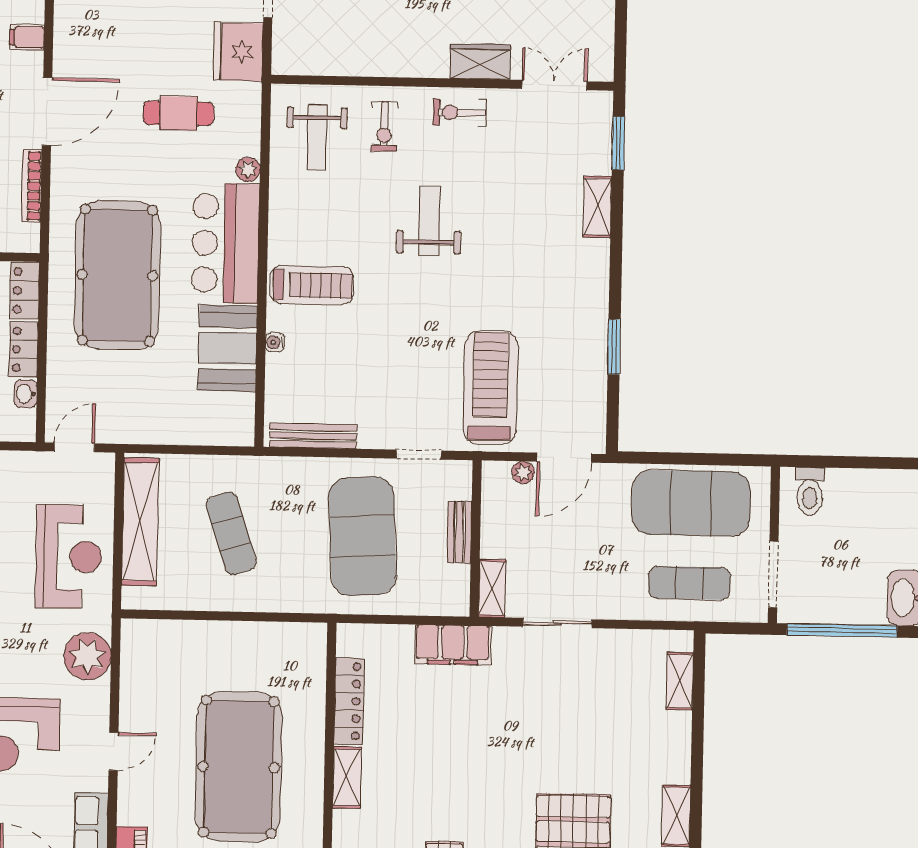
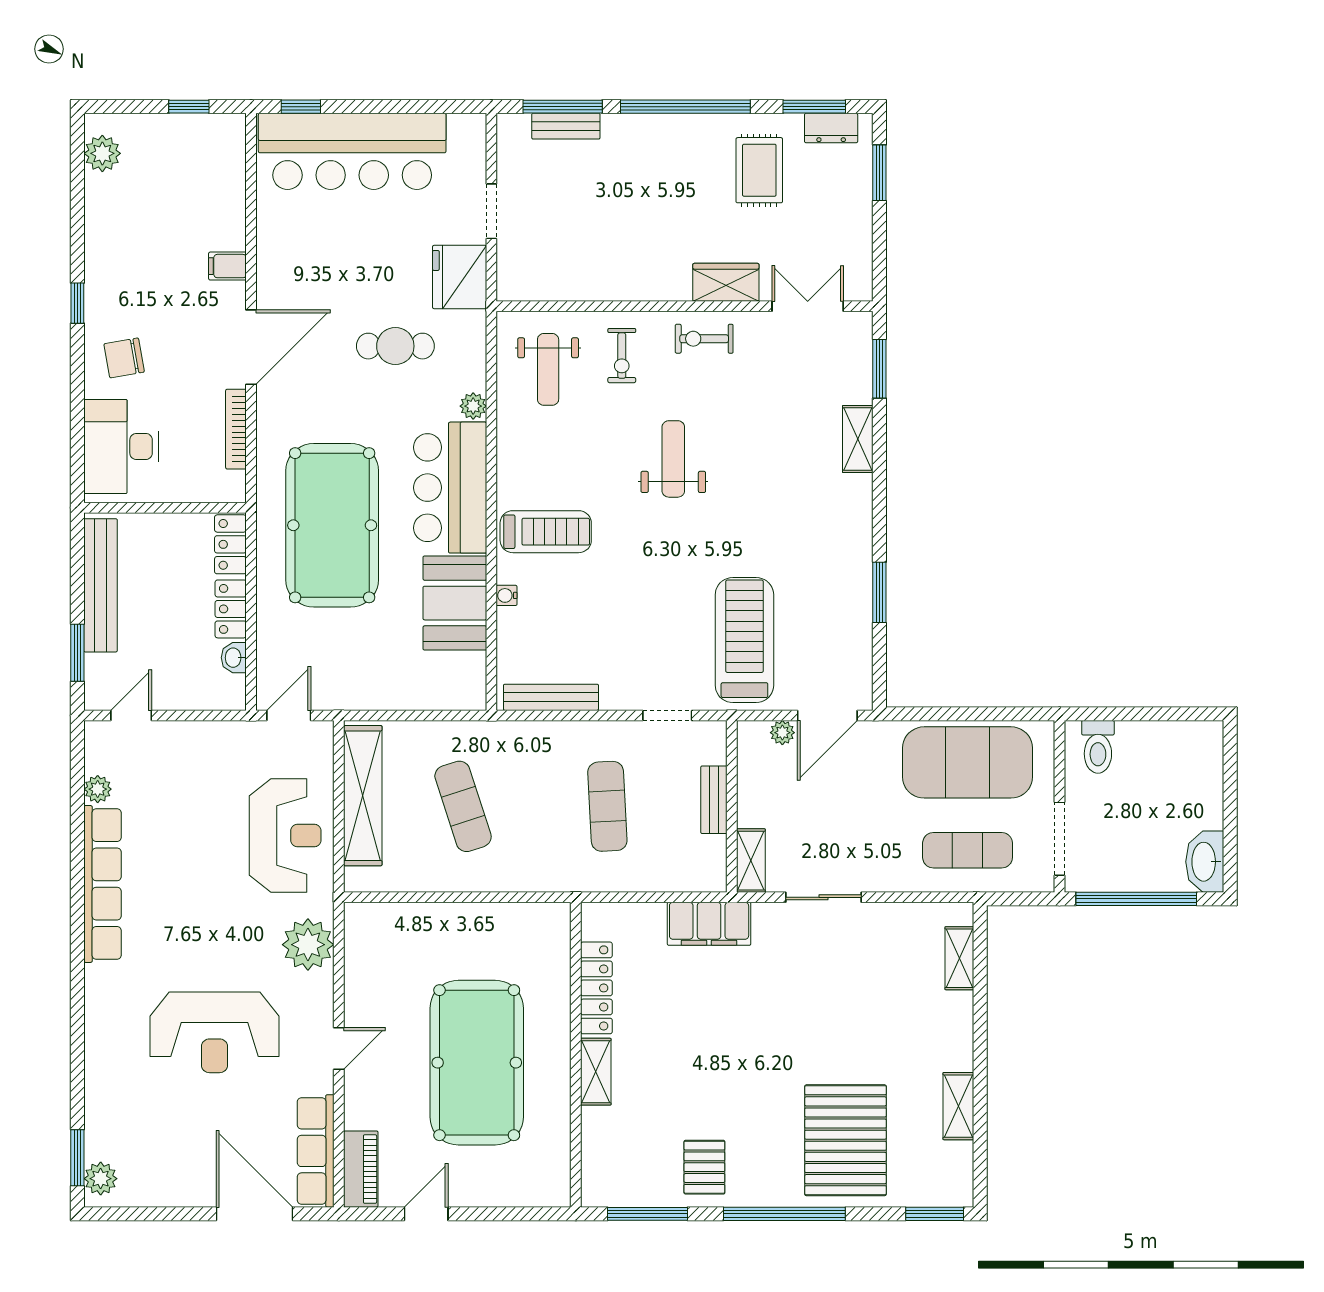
exercise mat: (362, 536) -> (607, 806), width x0.50, depth x0.69

